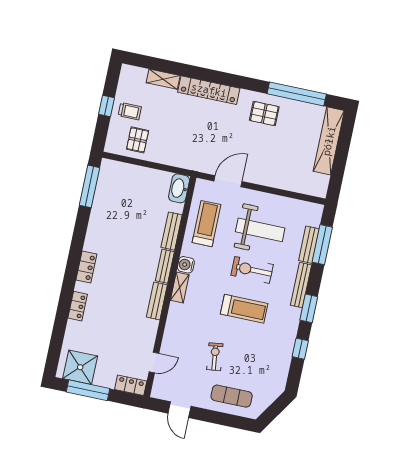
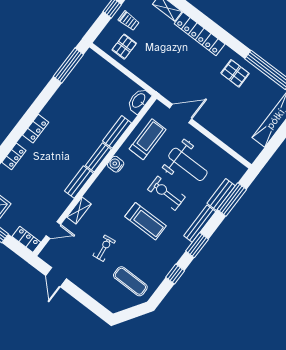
shelving: (180, 288) -> (79, 211), moved
exercise mat: (232, 396) -> (130, 281), moved

